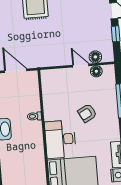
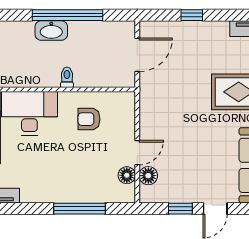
armchair: (87, 113) -> (89, 119), moved, turned -62

